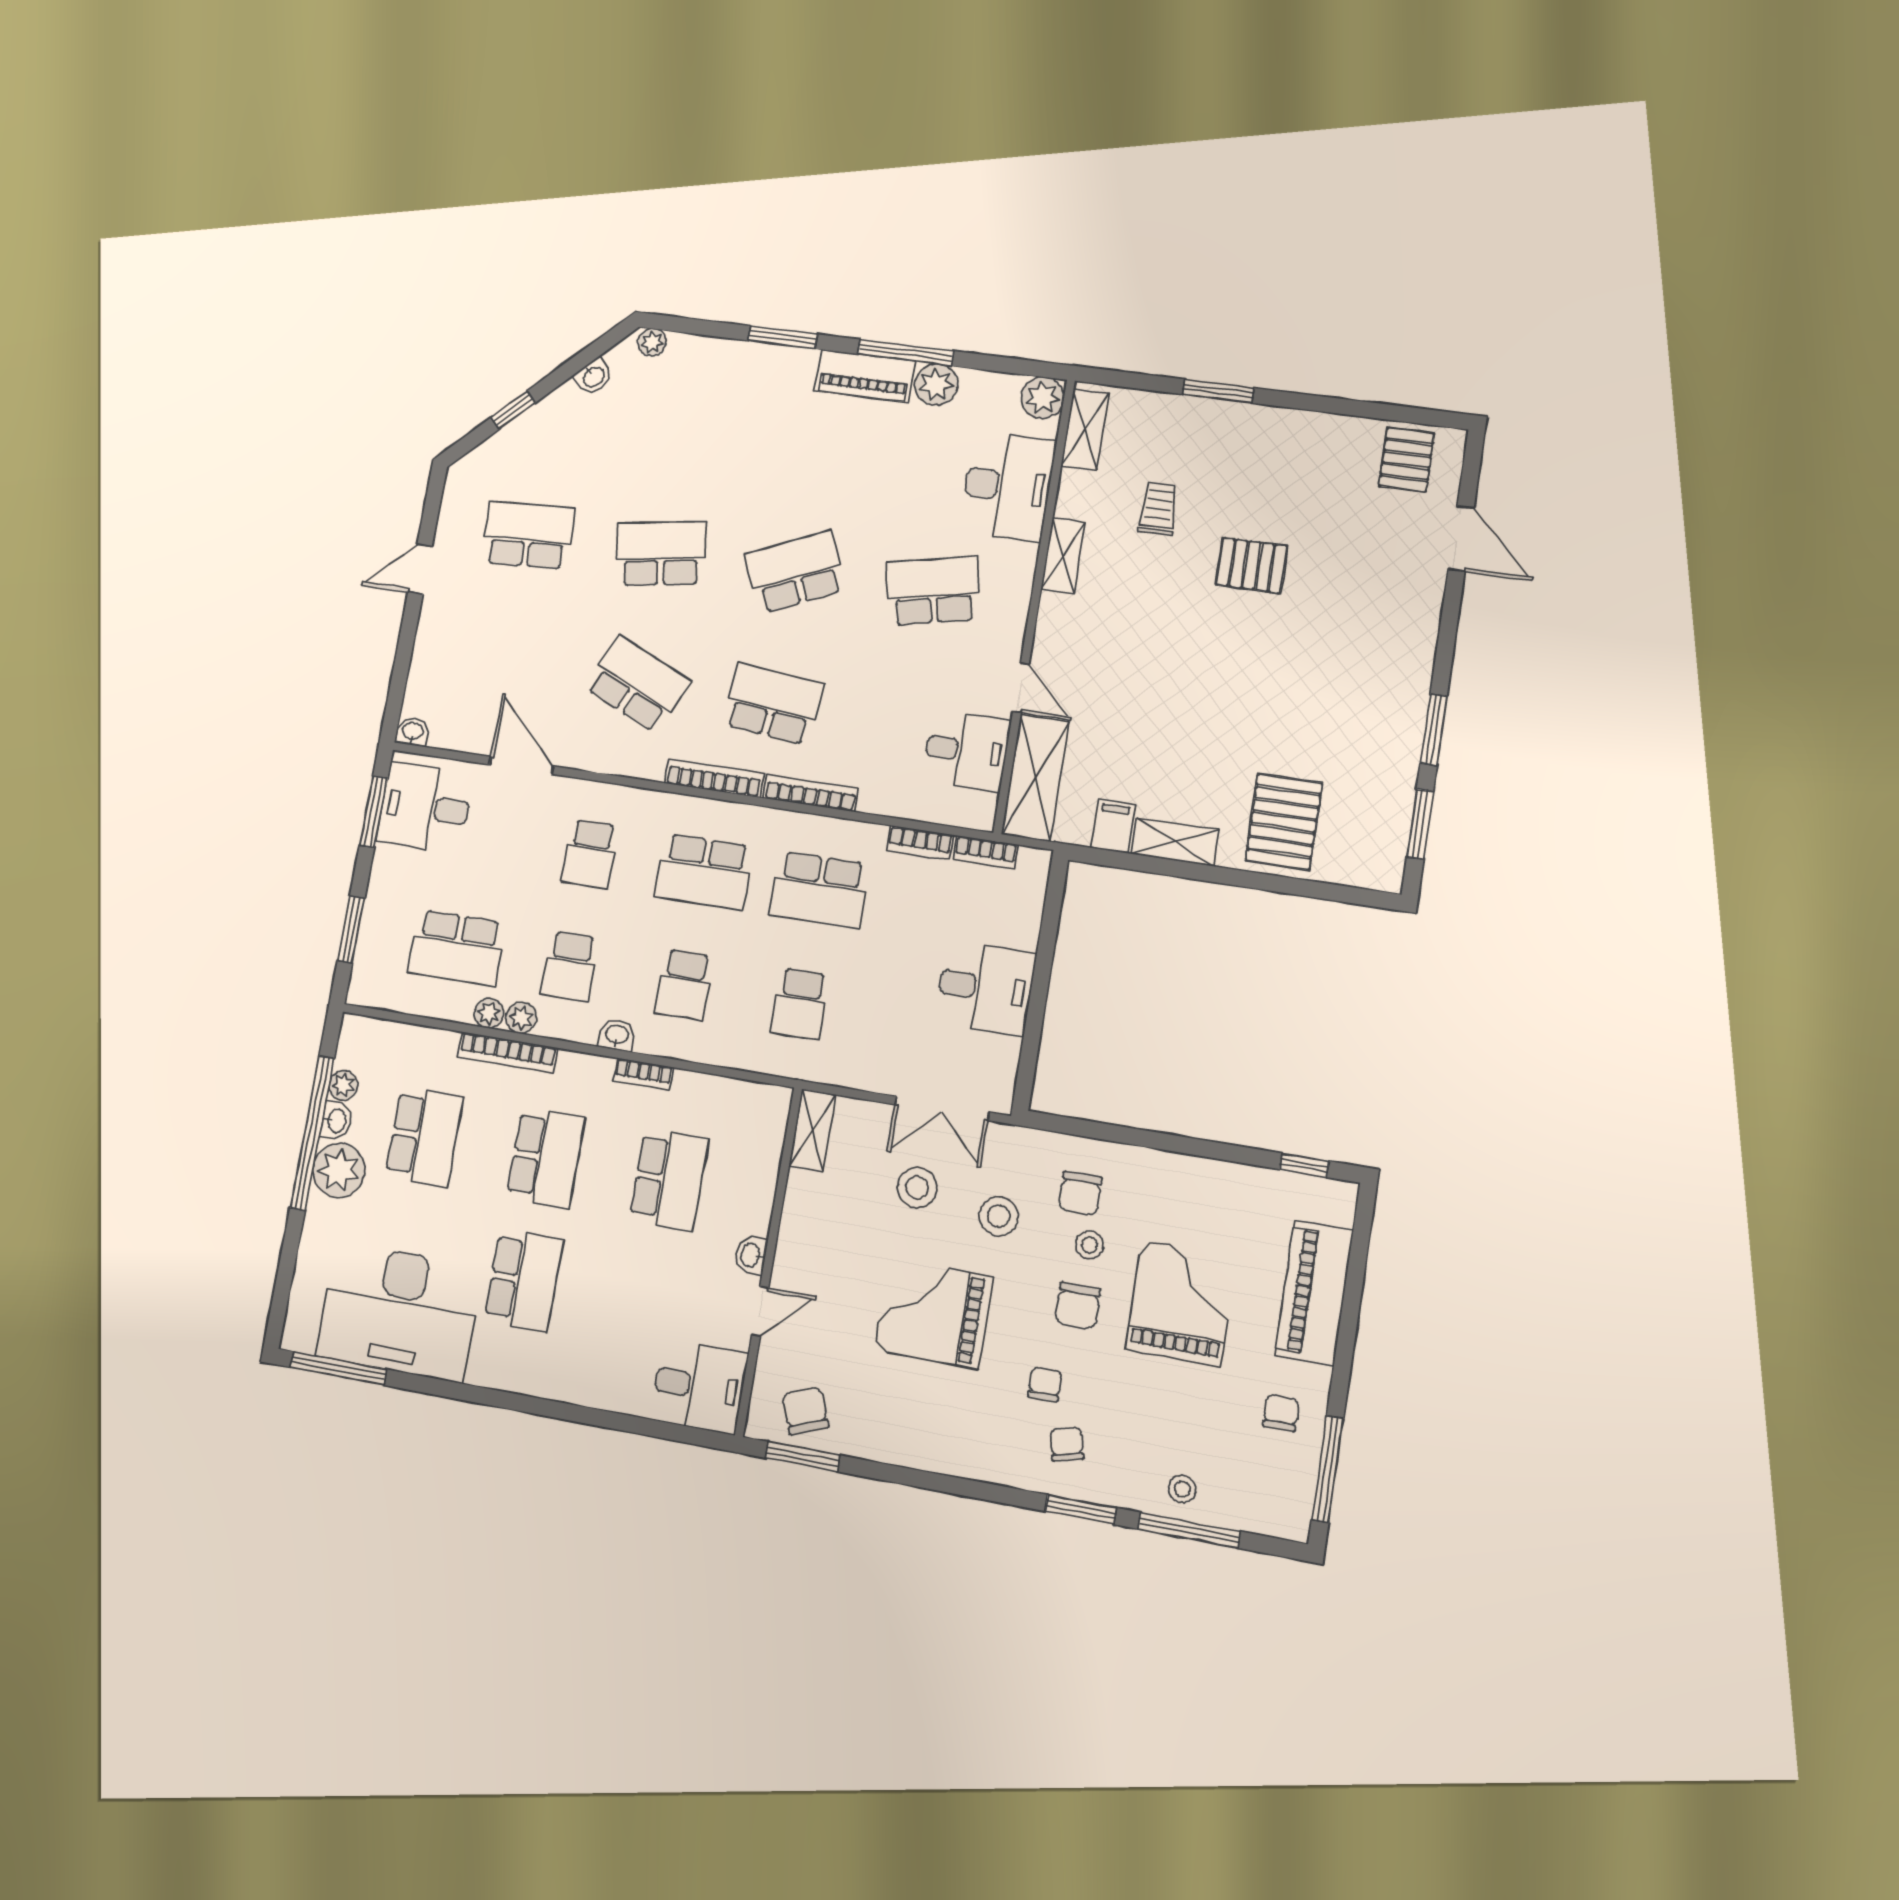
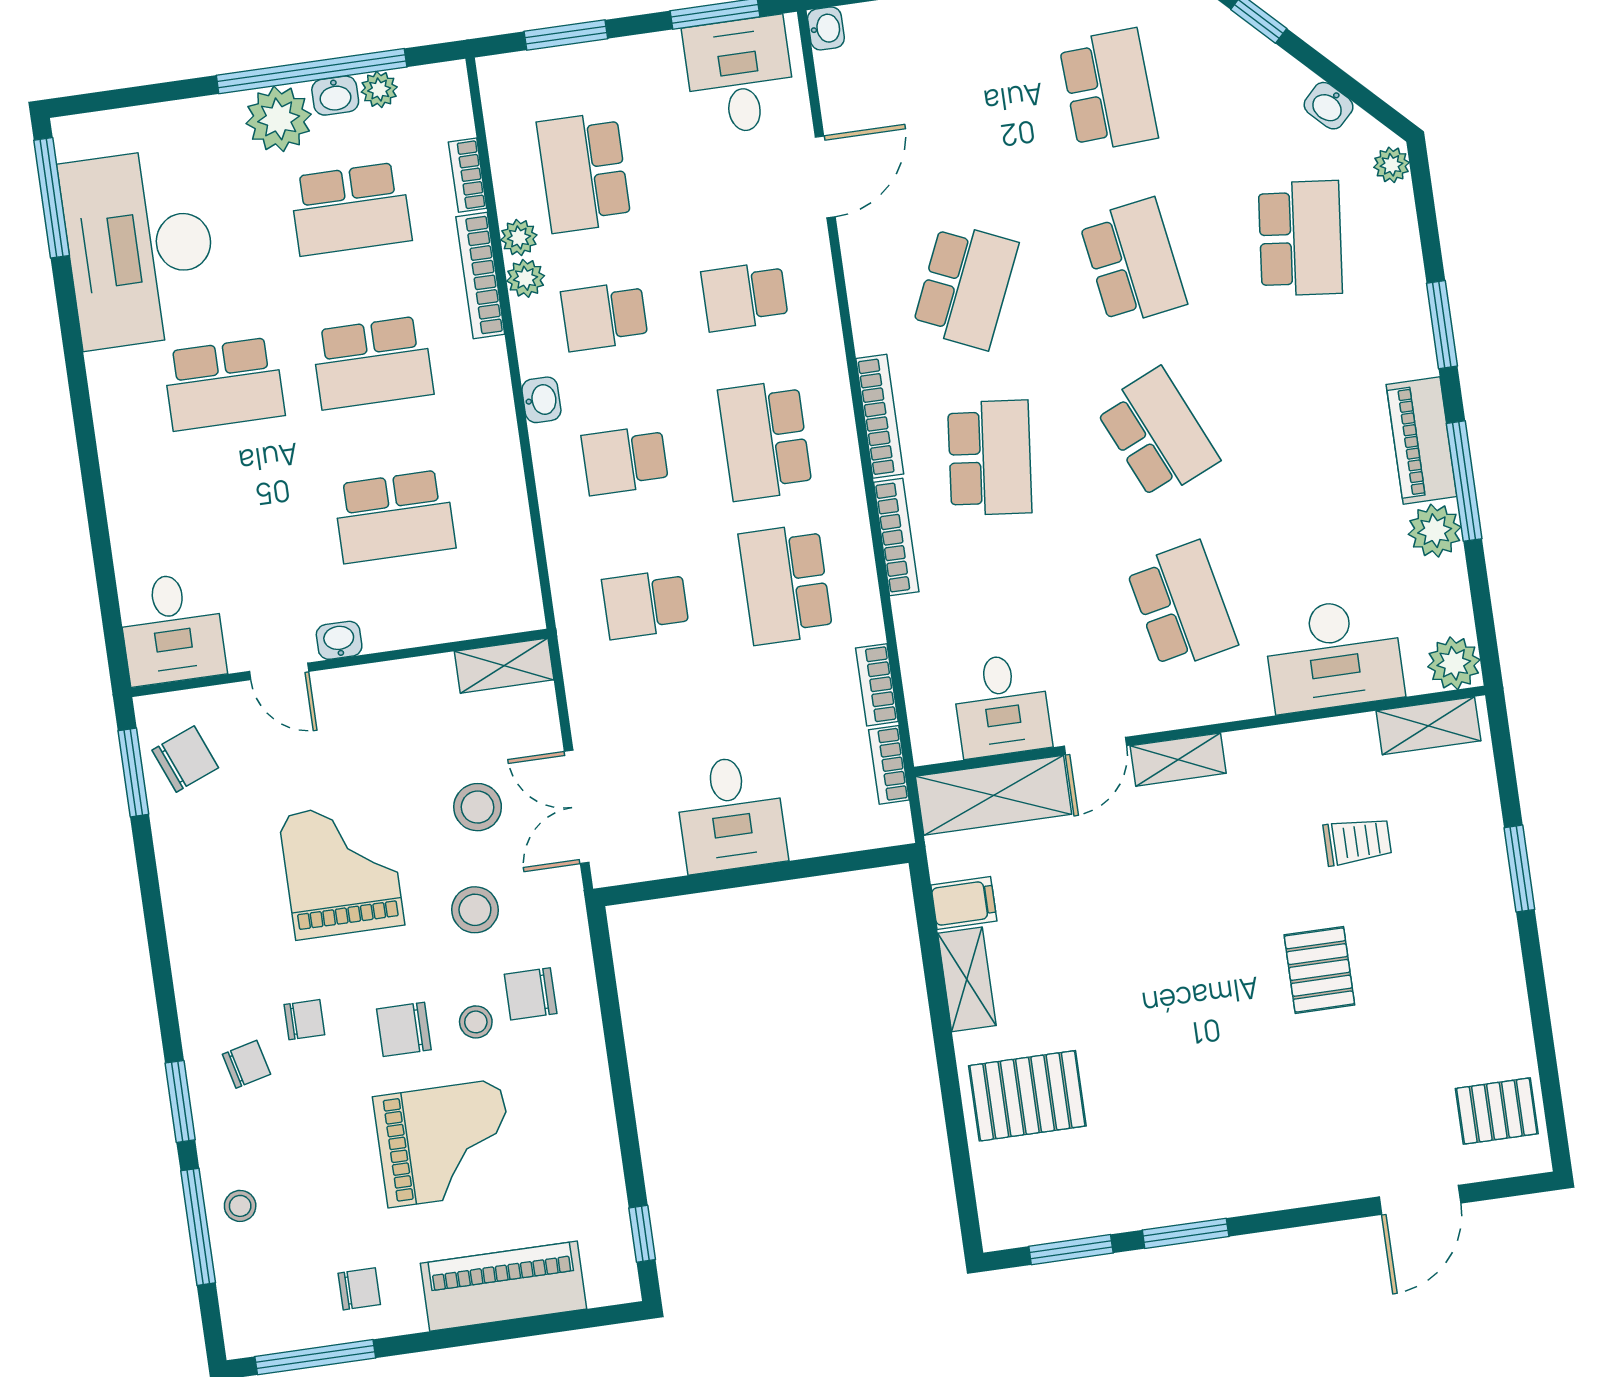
school desk: (684, 424) -> (1300, 238), added
shelving: (1063, 555) -> (1178, 760), moved
bookcase: (643, 1074) -> (468, 175), moved

